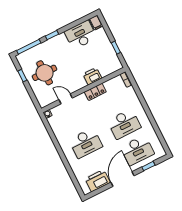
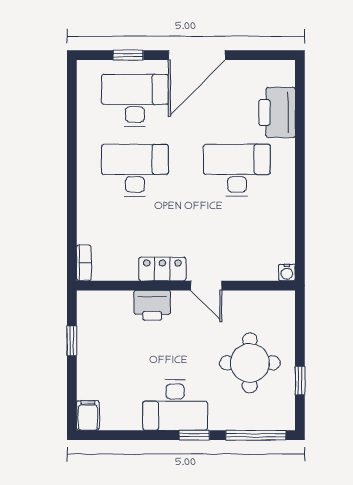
desk: (81, 35) -> (175, 405), moved
door: (66, 99) -> (206, 286), moved
printer: (98, 181) -> (277, 112), moved, turned 90

